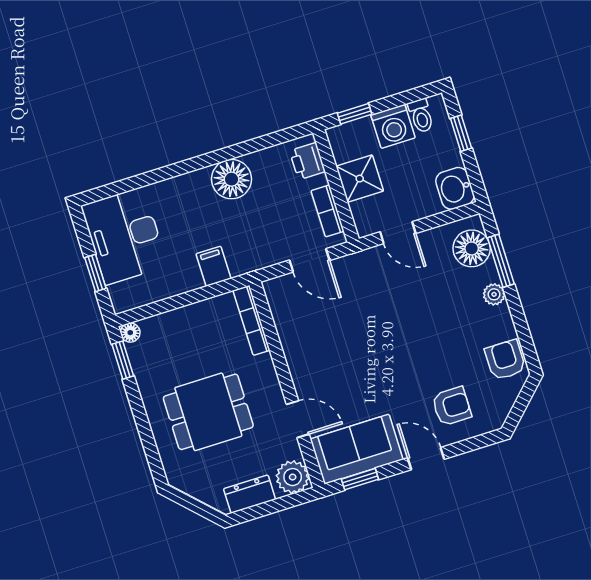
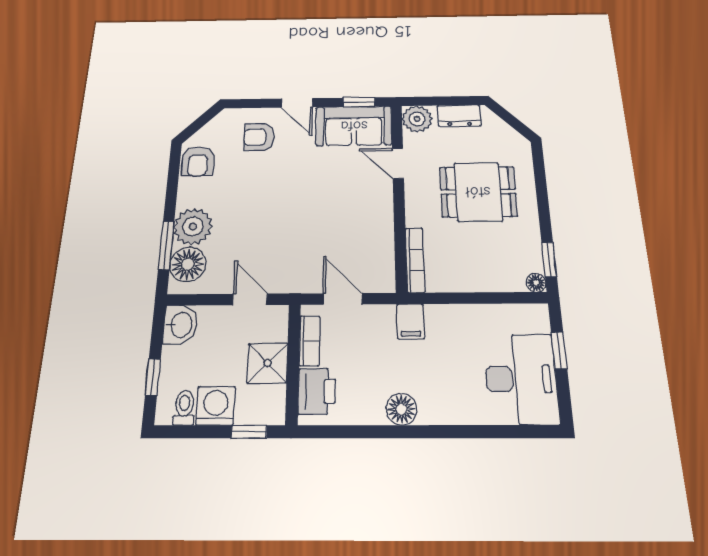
printer: (307, 161) -> (317, 391), width x1.36, depth x1.24
floor lamp: (232, 179) -> (401, 409), width x0.73, depth x0.73
filing cabinet: (214, 266) -> (411, 321), moved
plant: (494, 294) -> (193, 226), width x1.87, depth x1.87

